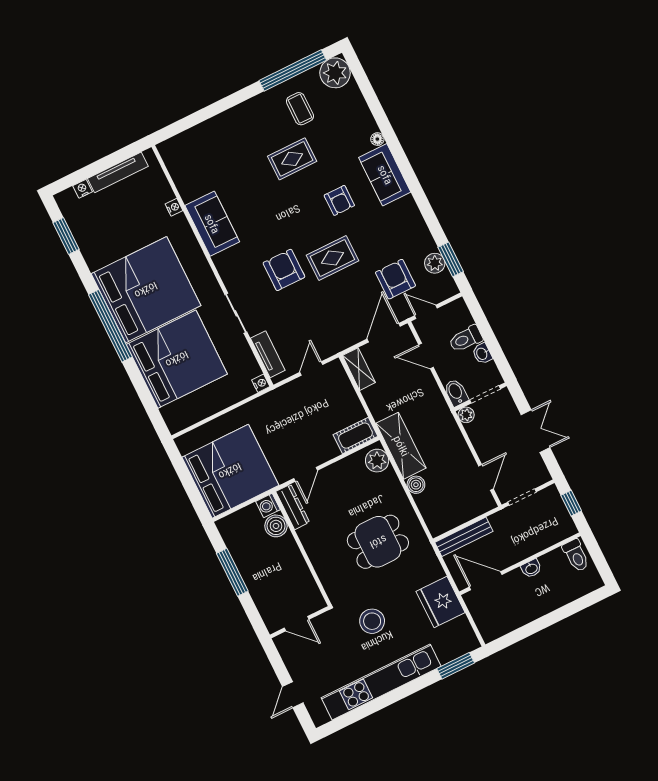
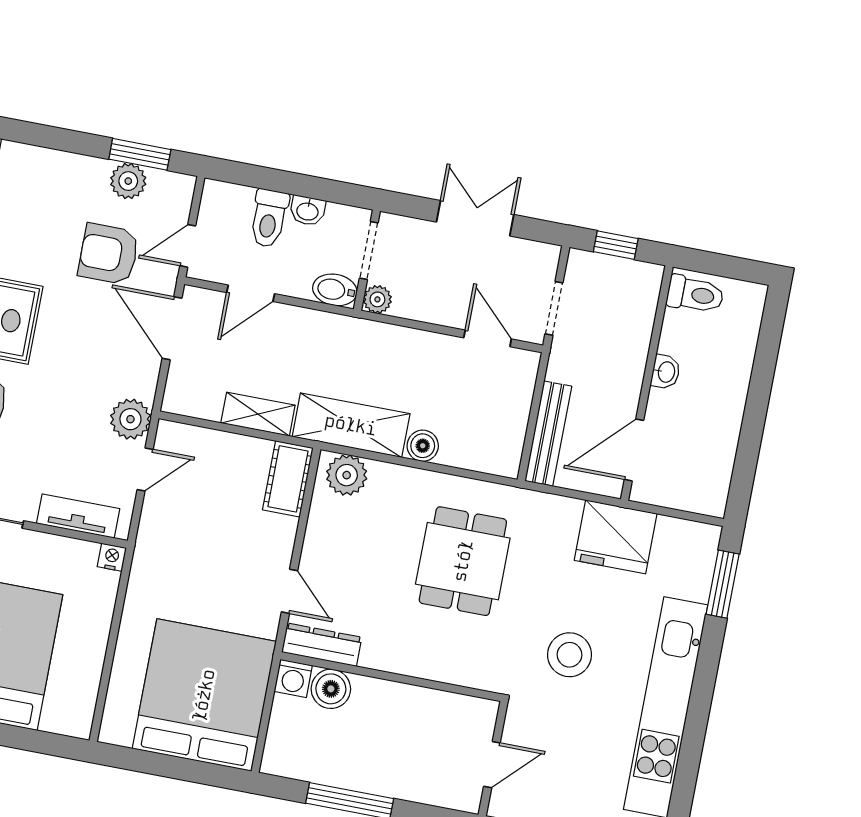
plant: (329, 345) -> (130, 419), added
door: (311, 368) -> (145, 469), swing flipped
shelving: (359, 369) -> (258, 414), moved

